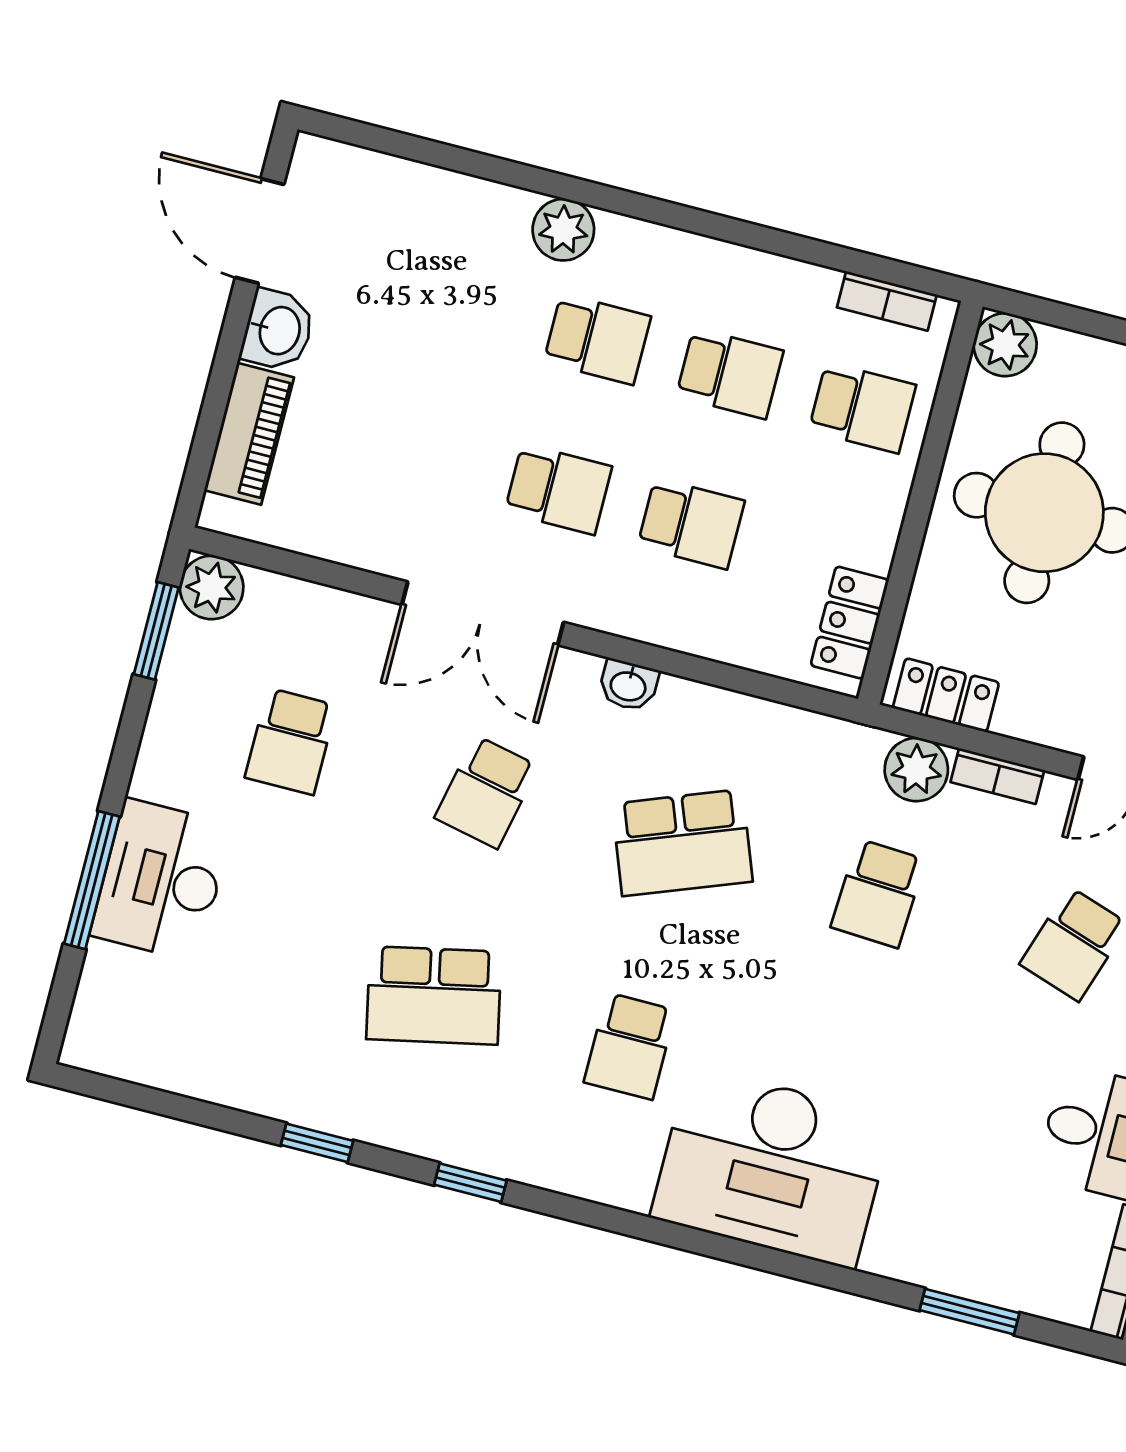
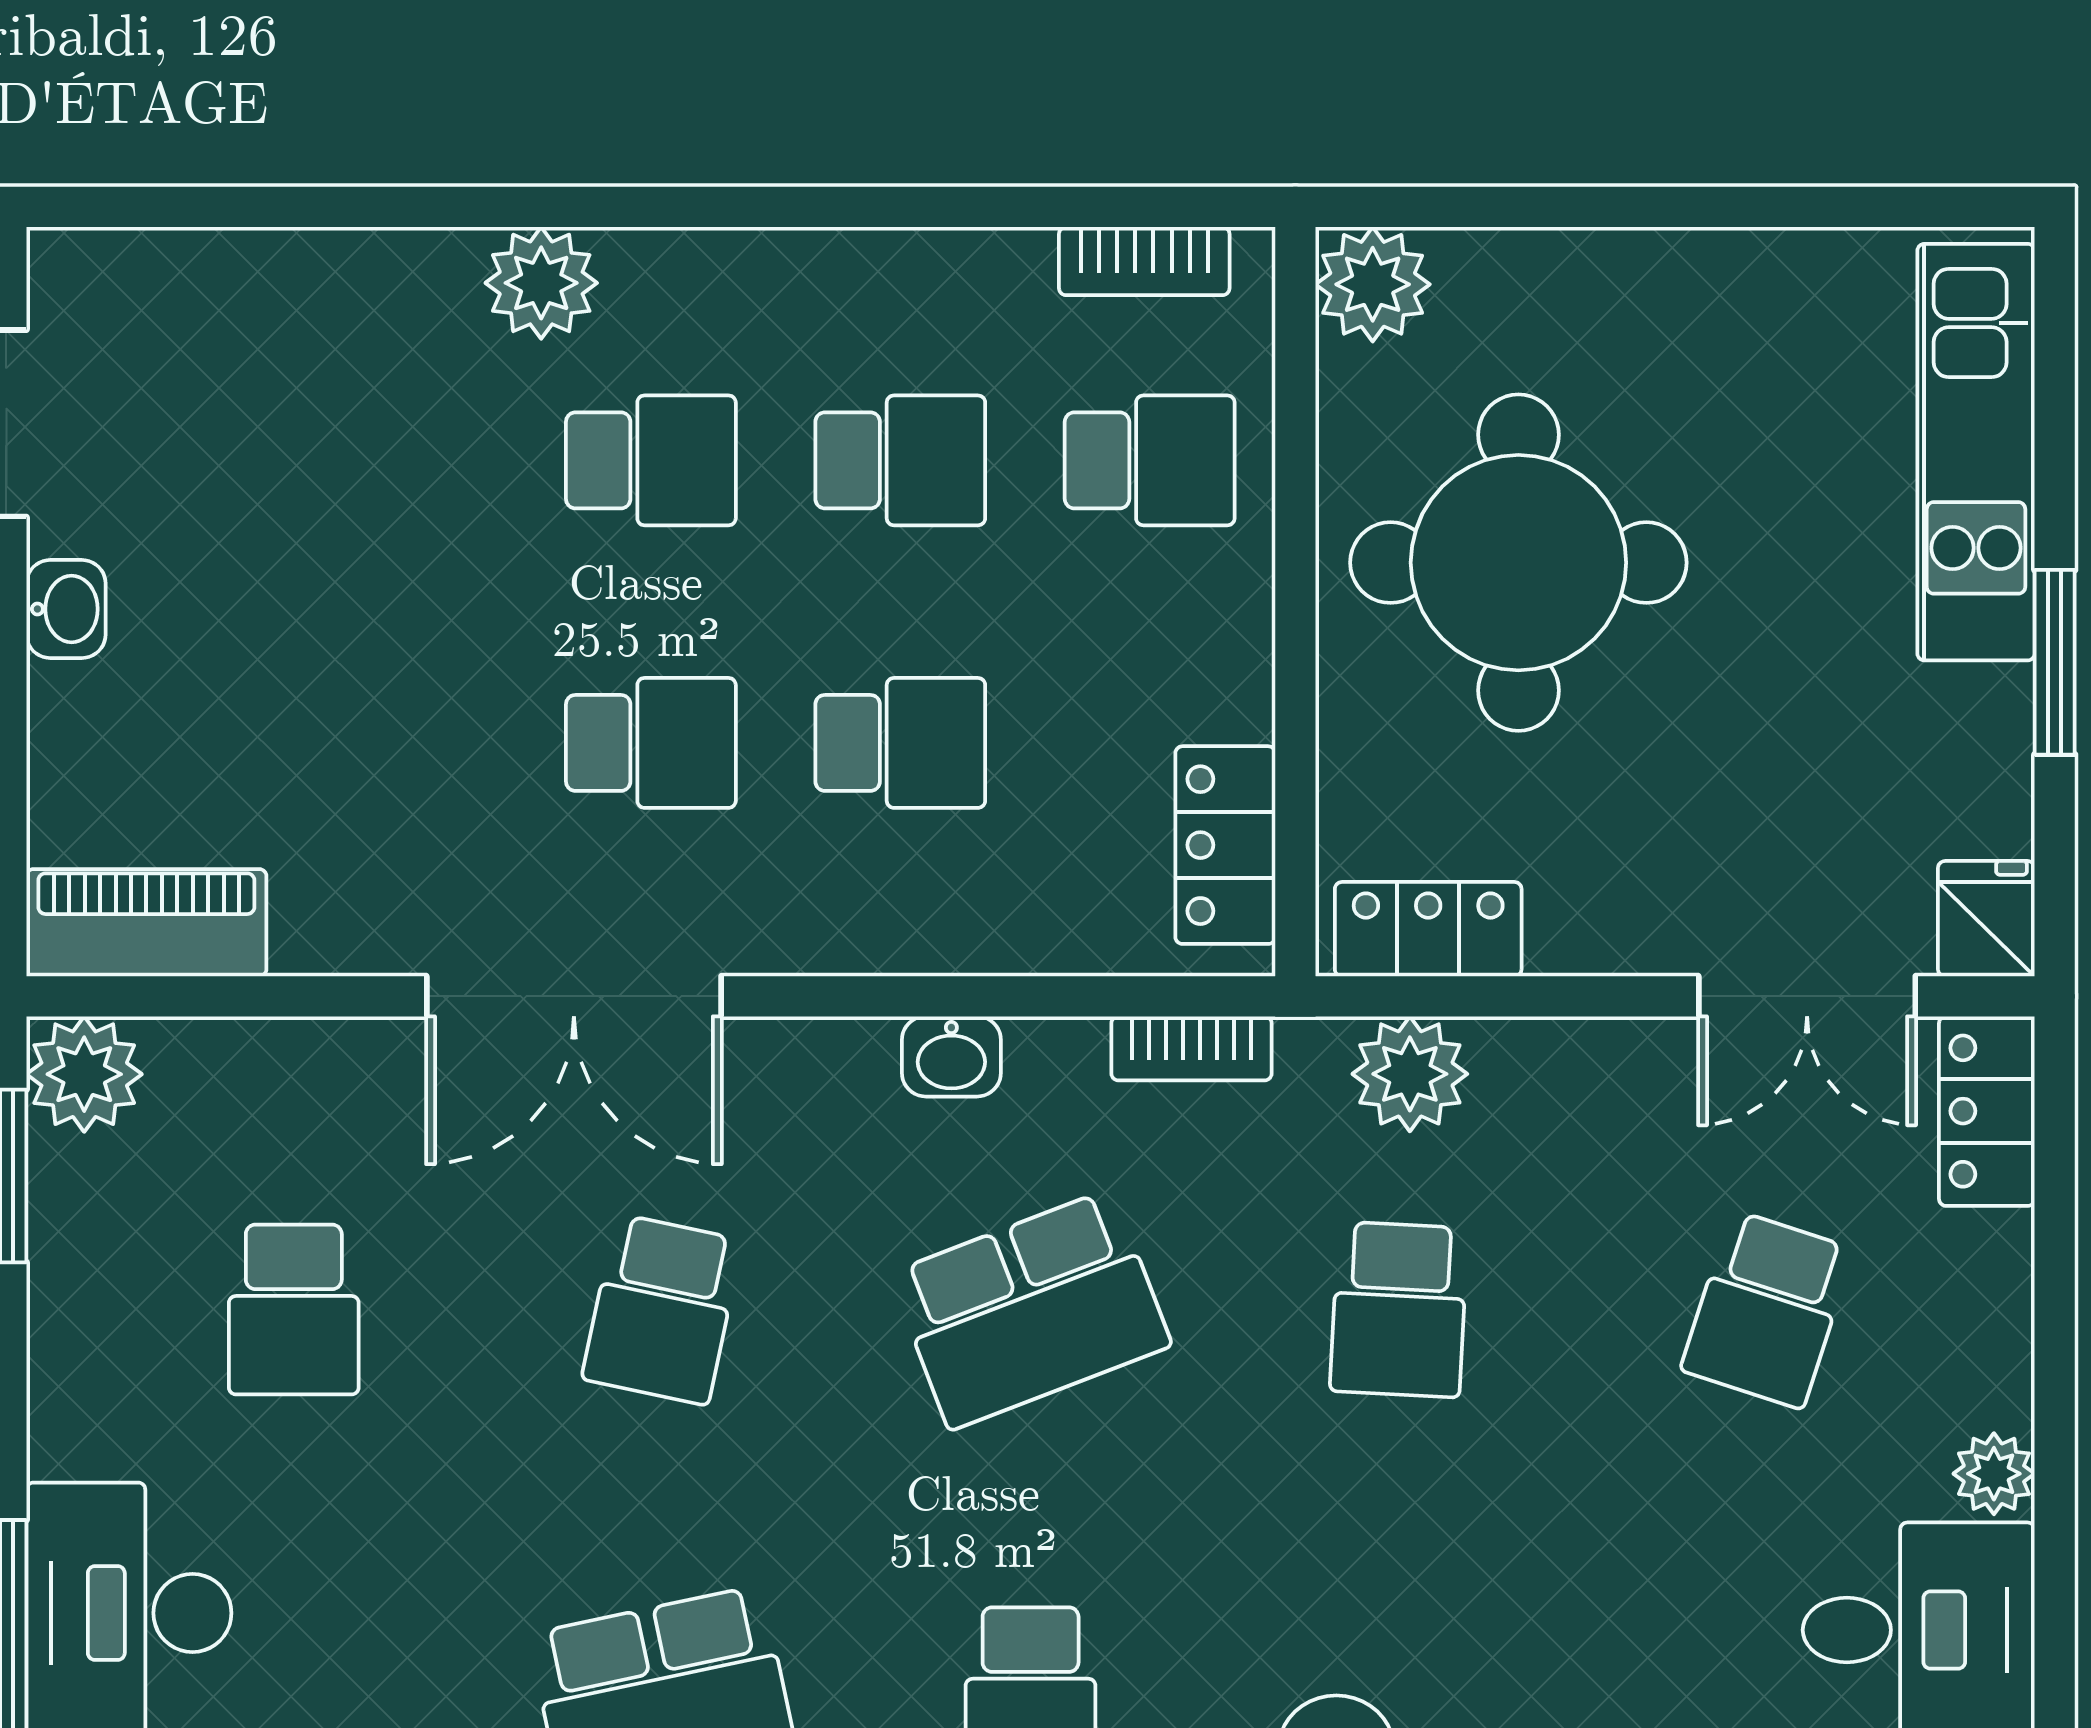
washbasin: (278, 330) -> (66, 609), width x0.72, depth x0.69
piano: (249, 434) -> (146, 923), moved, turned -90
washbasin: (628, 685) -> (951, 1056), moved
bookcase: (997, 776) -> (1191, 1048), moved

